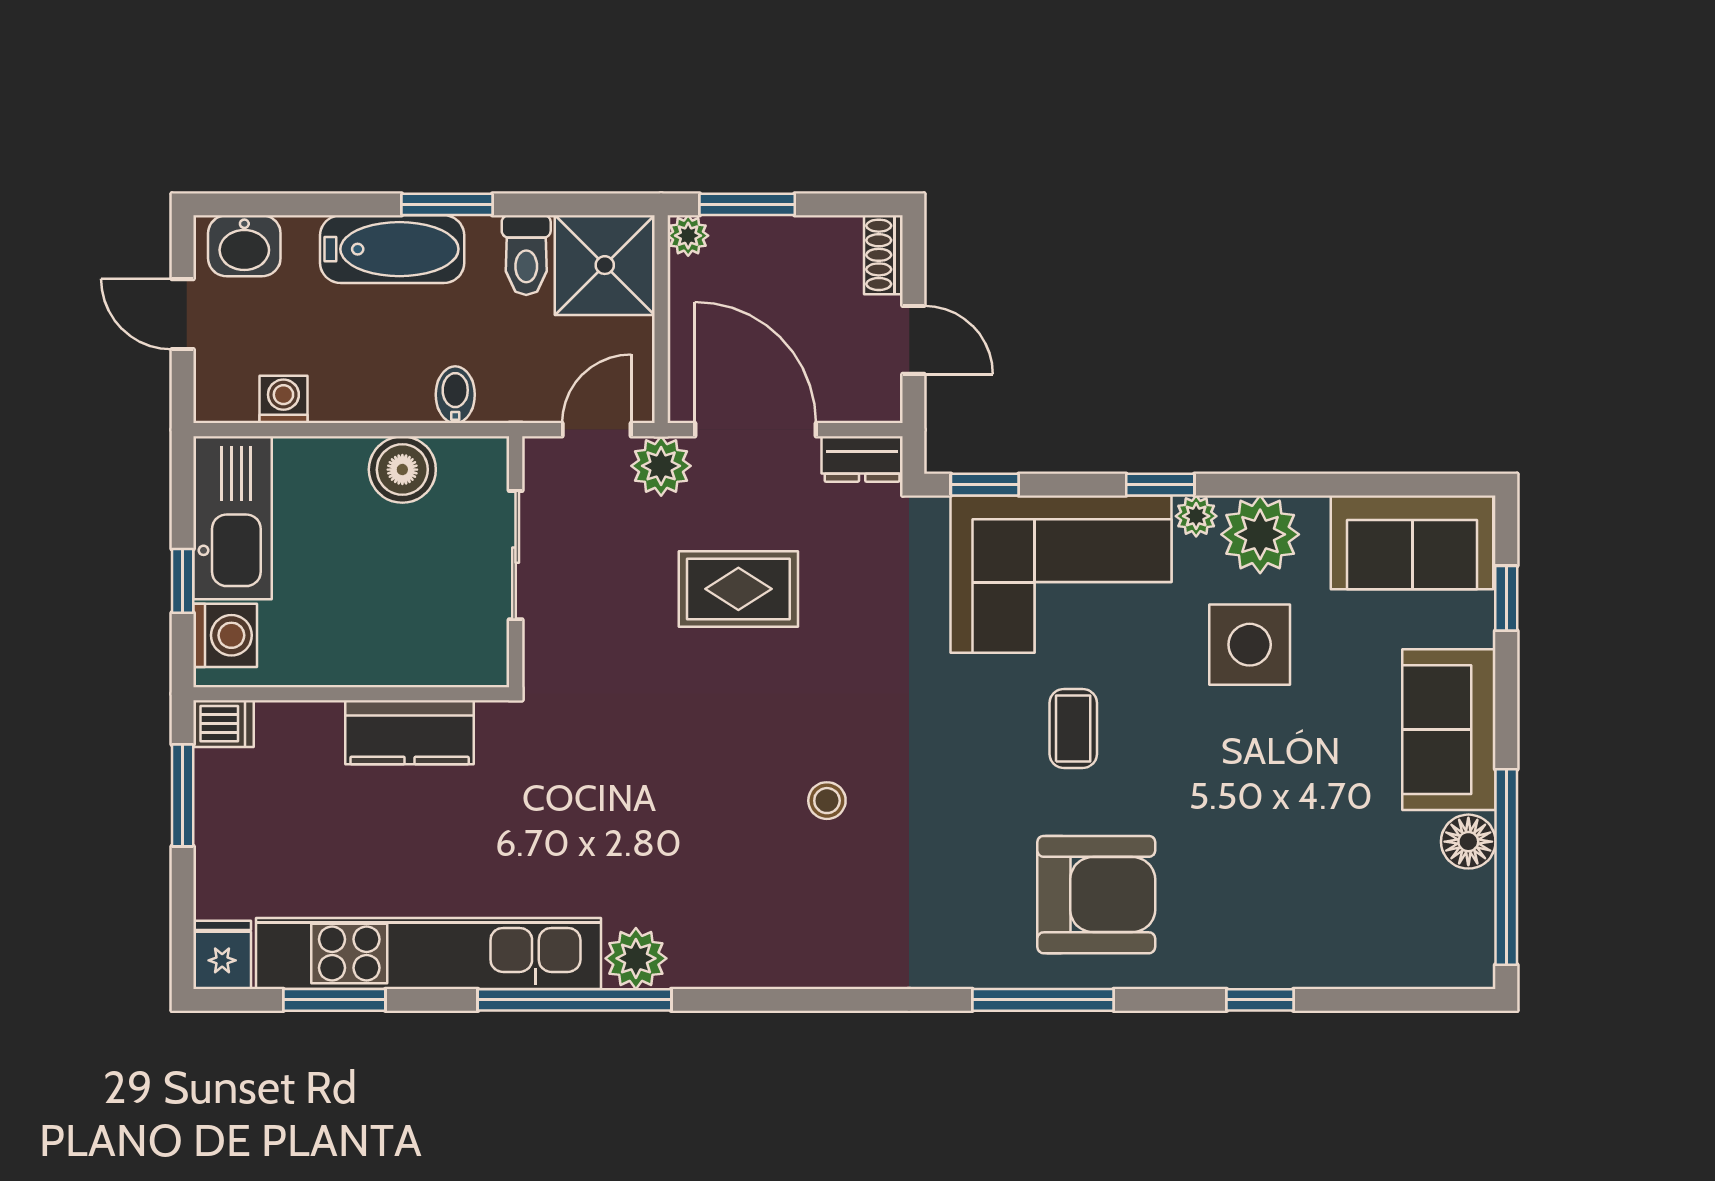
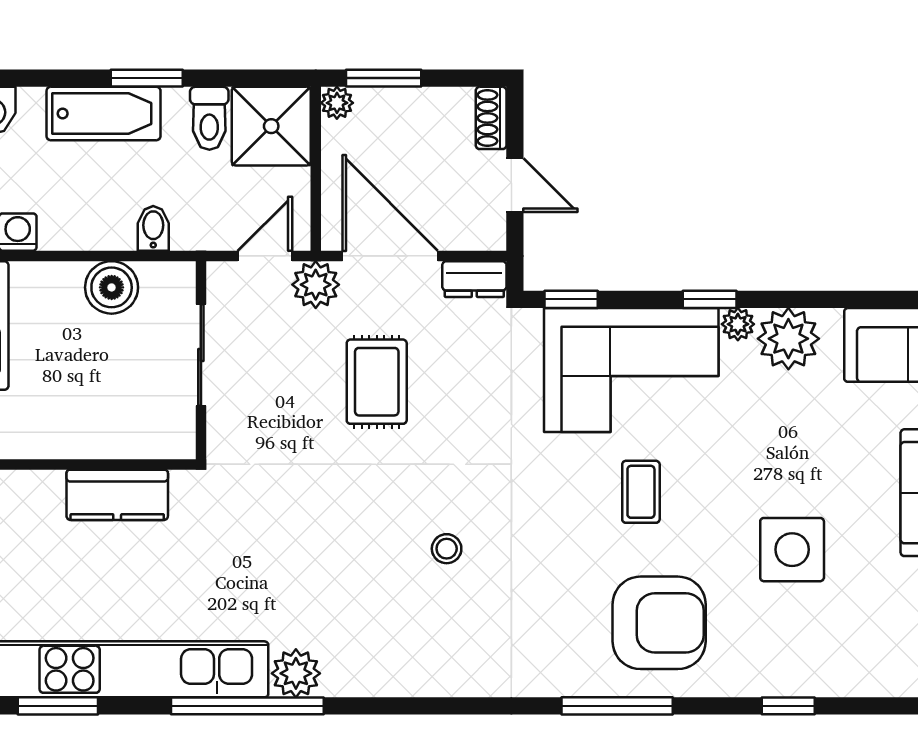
rug: (738, 589) -> (377, 382), turned 90
side table: (1250, 645) -> (792, 550), moved

